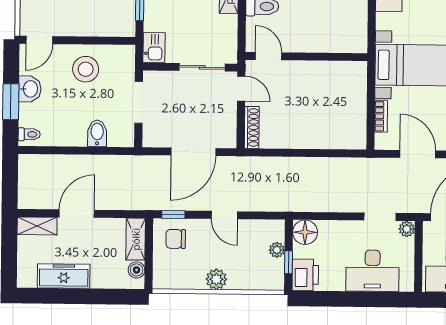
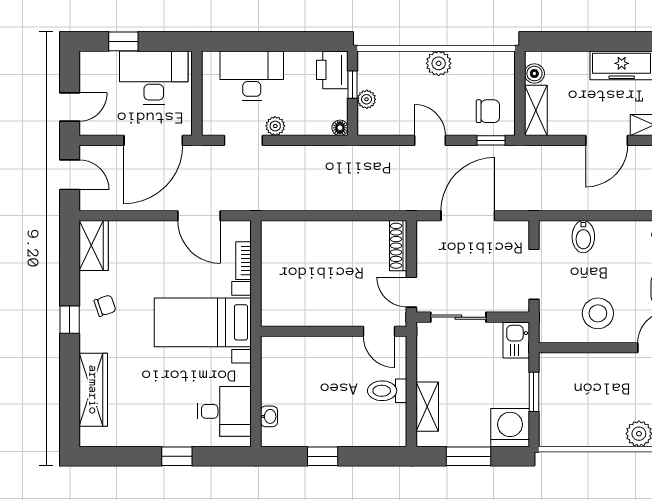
plant: (407, 229) -> (275, 126), moved
floor lamp: (305, 232) -> (340, 128), width x0.53, depth x0.53

